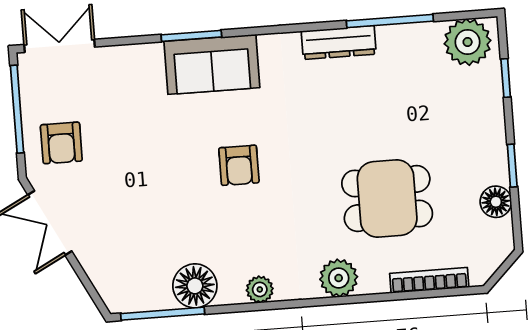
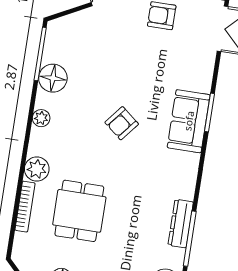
dresser: (339, 43) -> (181, 224), moved
armchair: (239, 165) -> (122, 123), turned -51
bookcase: (429, 280) -> (25, 207), moved

